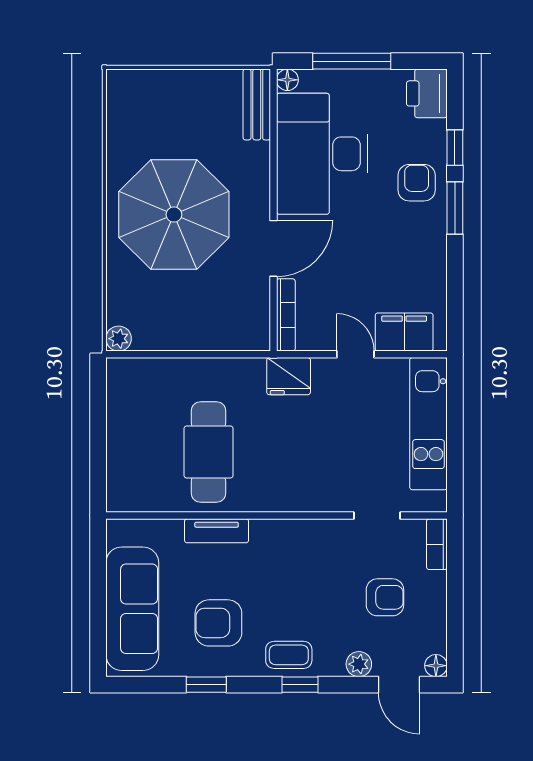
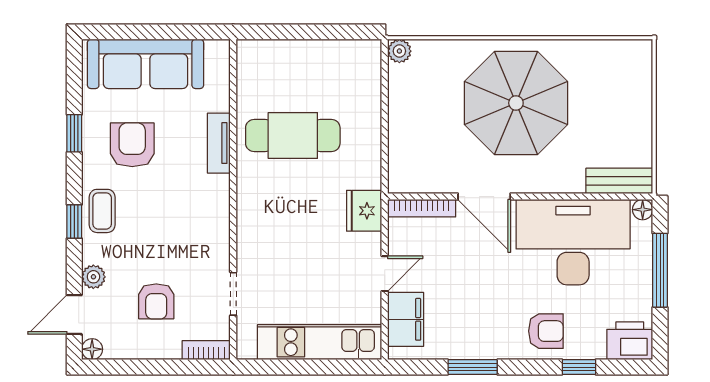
window: (455, 208) -> (473, 367), moved

